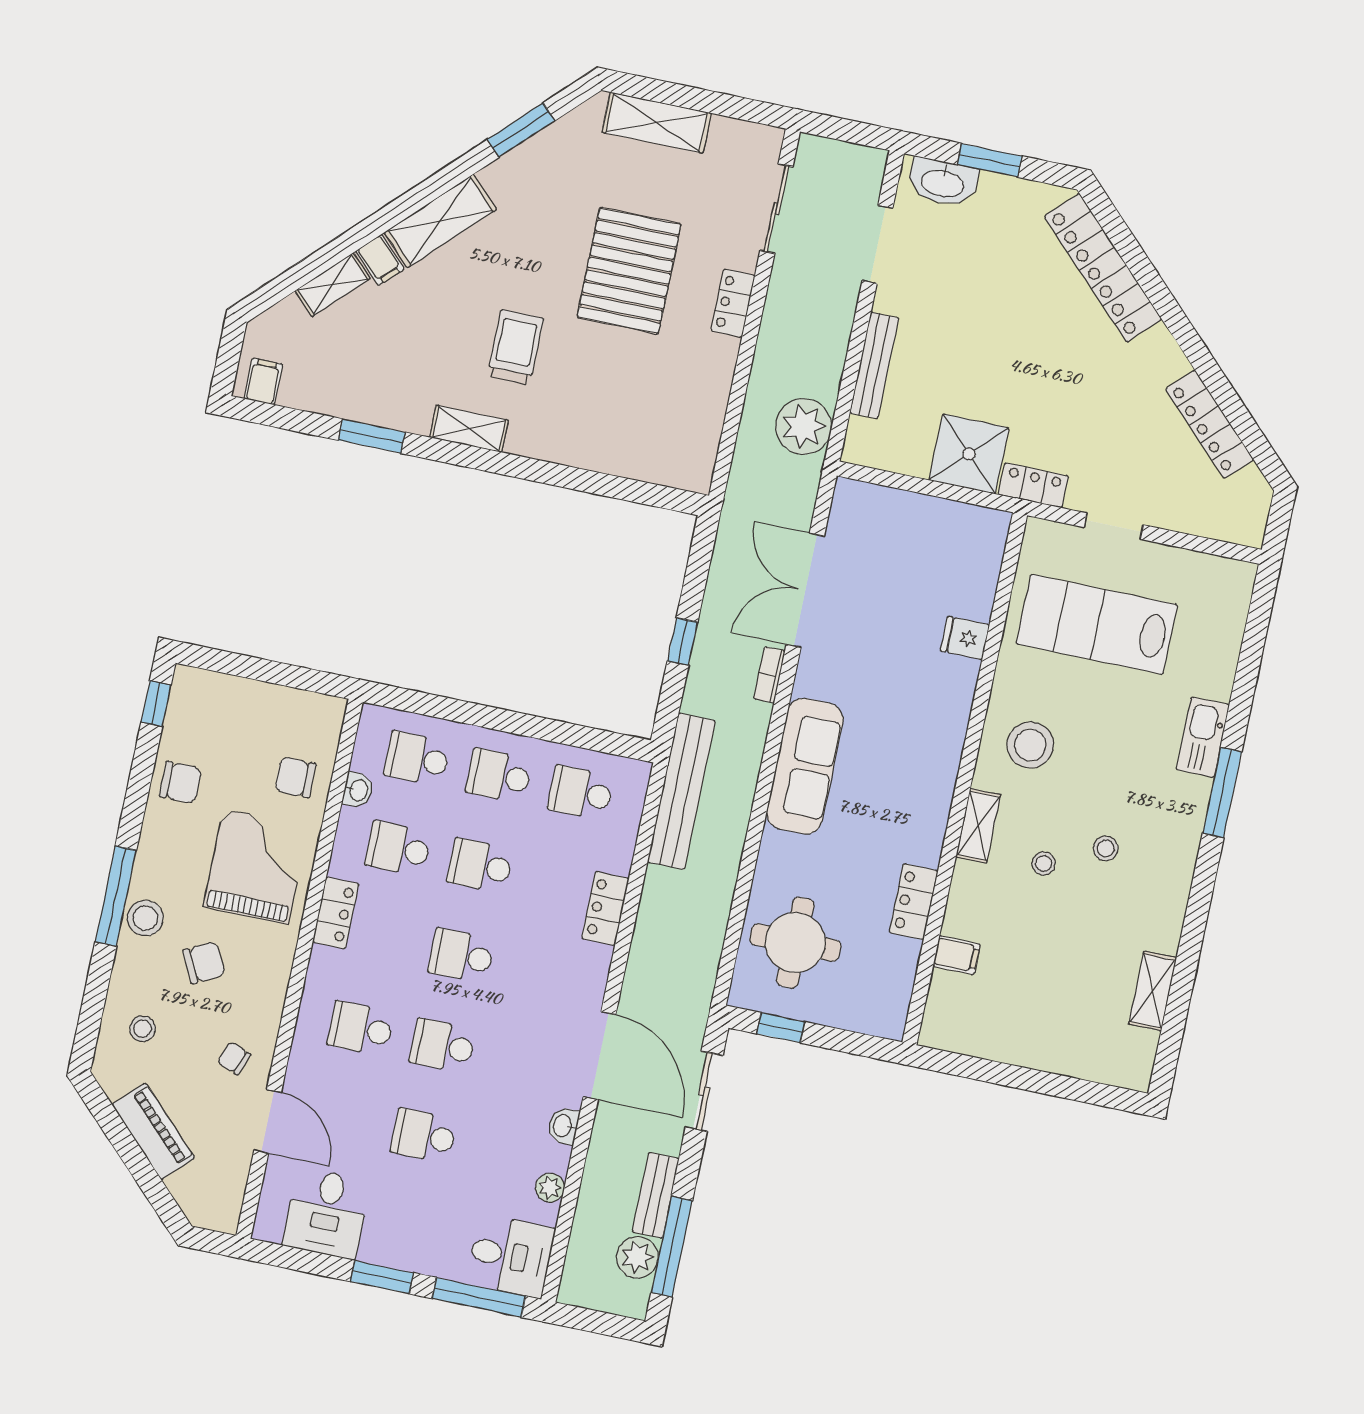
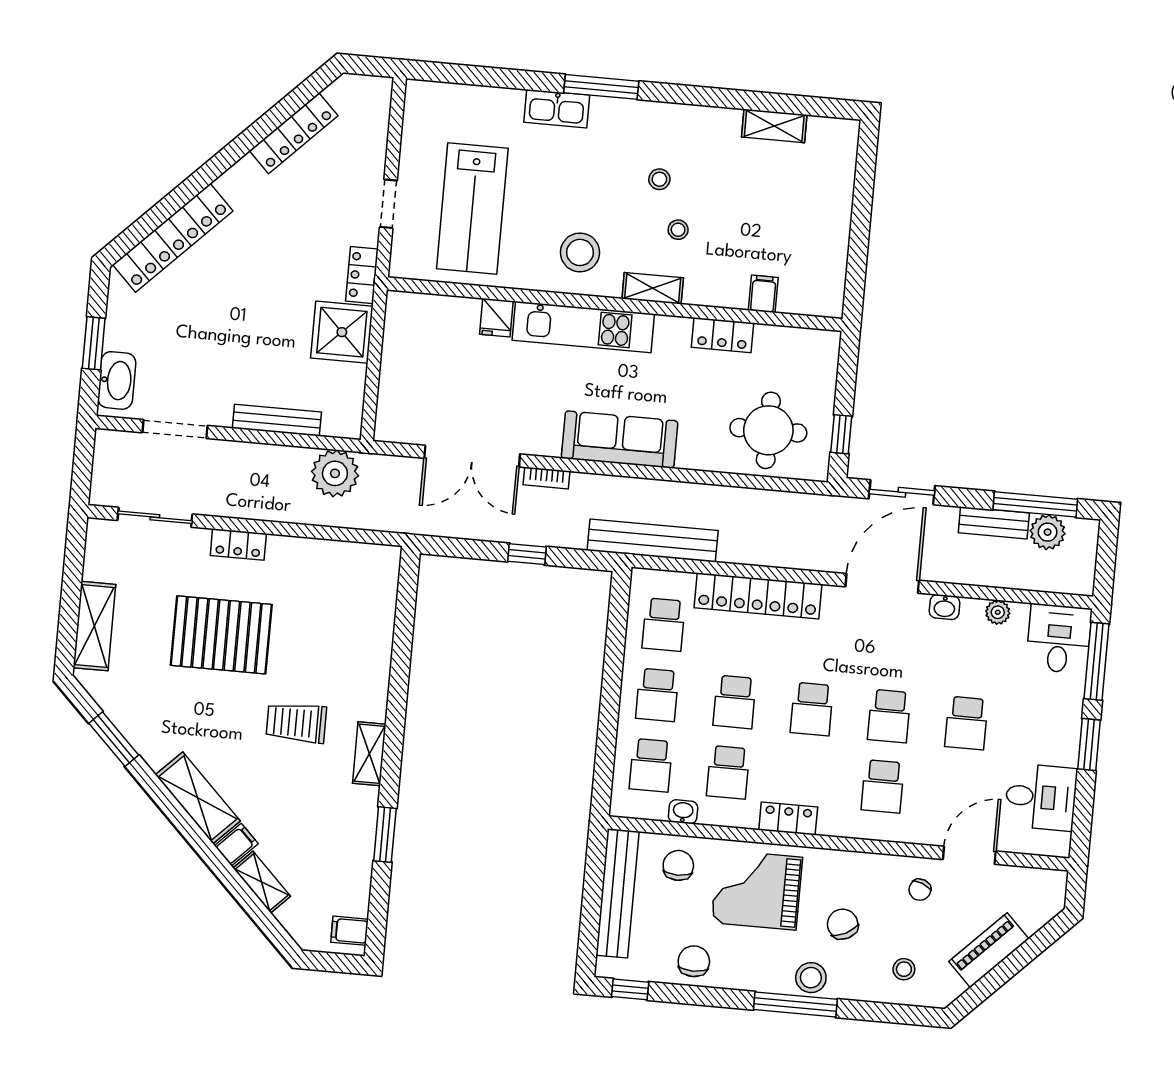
bench: (271, 702) -> (617, 893), added
kitchen unit: (942, 739) -> (583, 327), added
chair: (295, 777) -> (678, 865), turned 180
locker: (605, 908) -> (758, 596), width x2.16, depth x1.21

